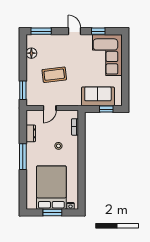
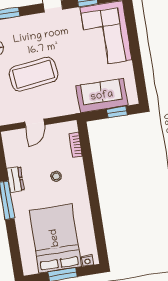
coffee table: (54, 75) -> (34, 74), width x1.36, depth x1.32
dresser: (31, 133) -> (15, 179), moved

